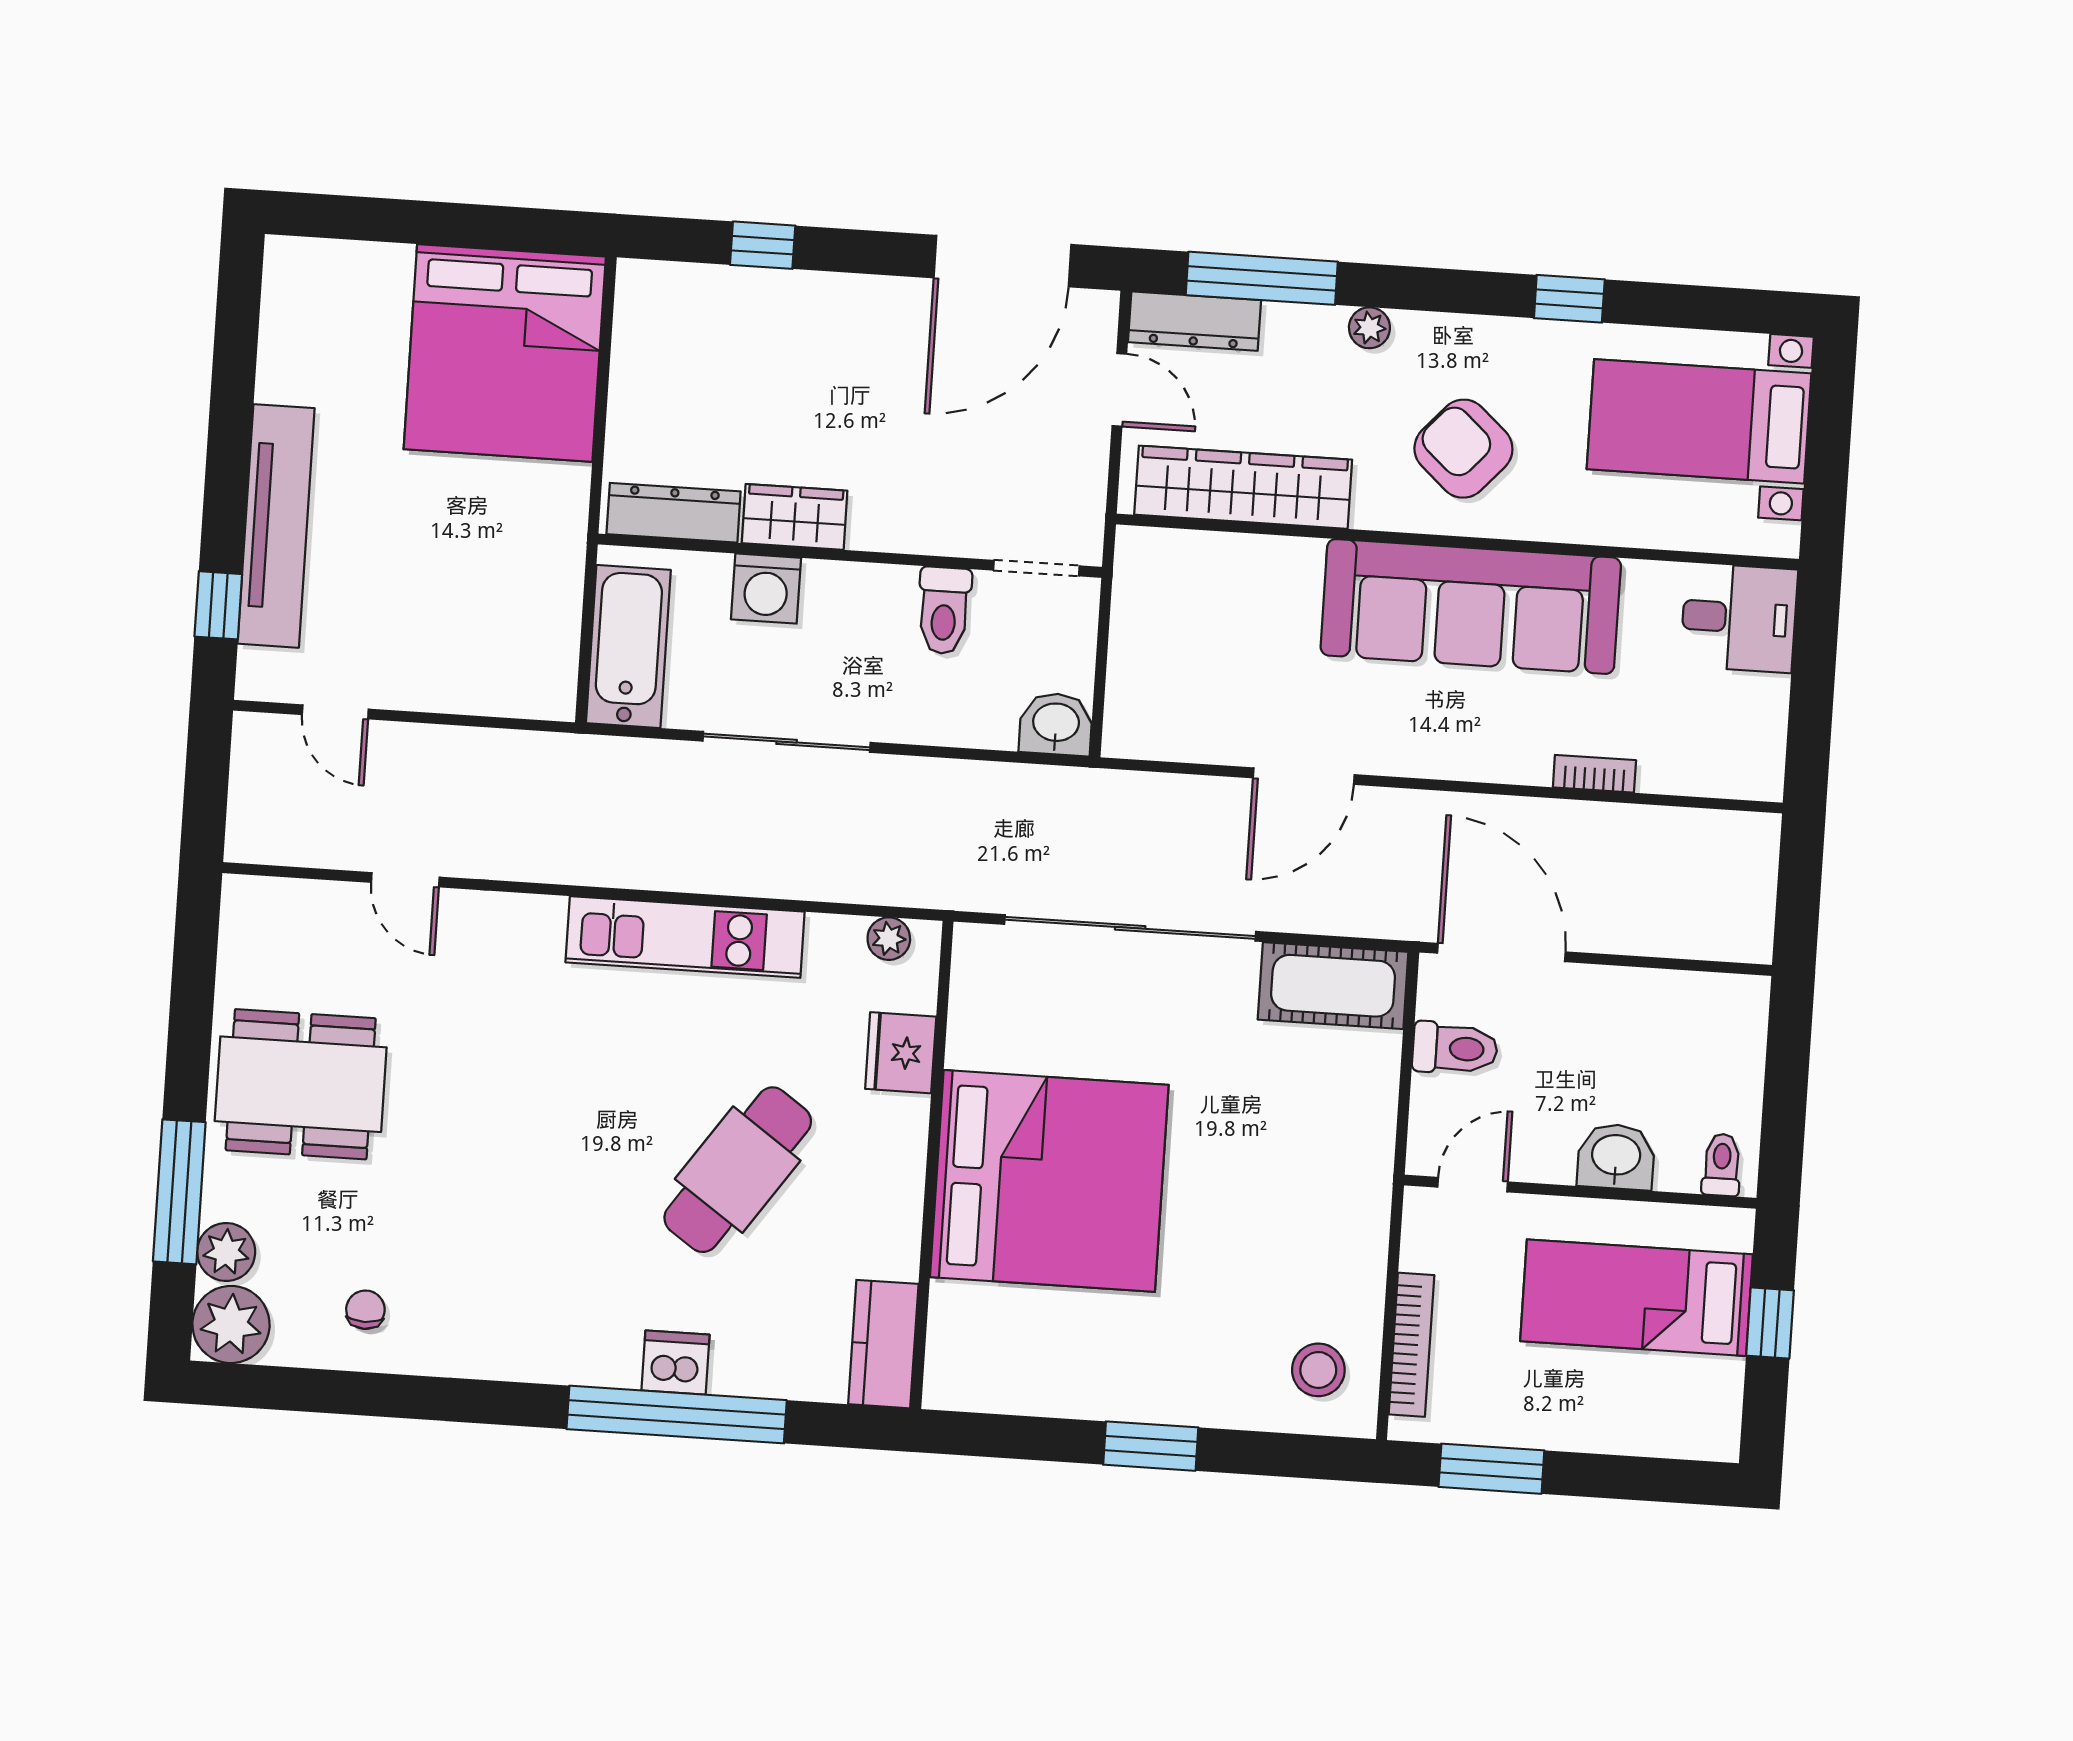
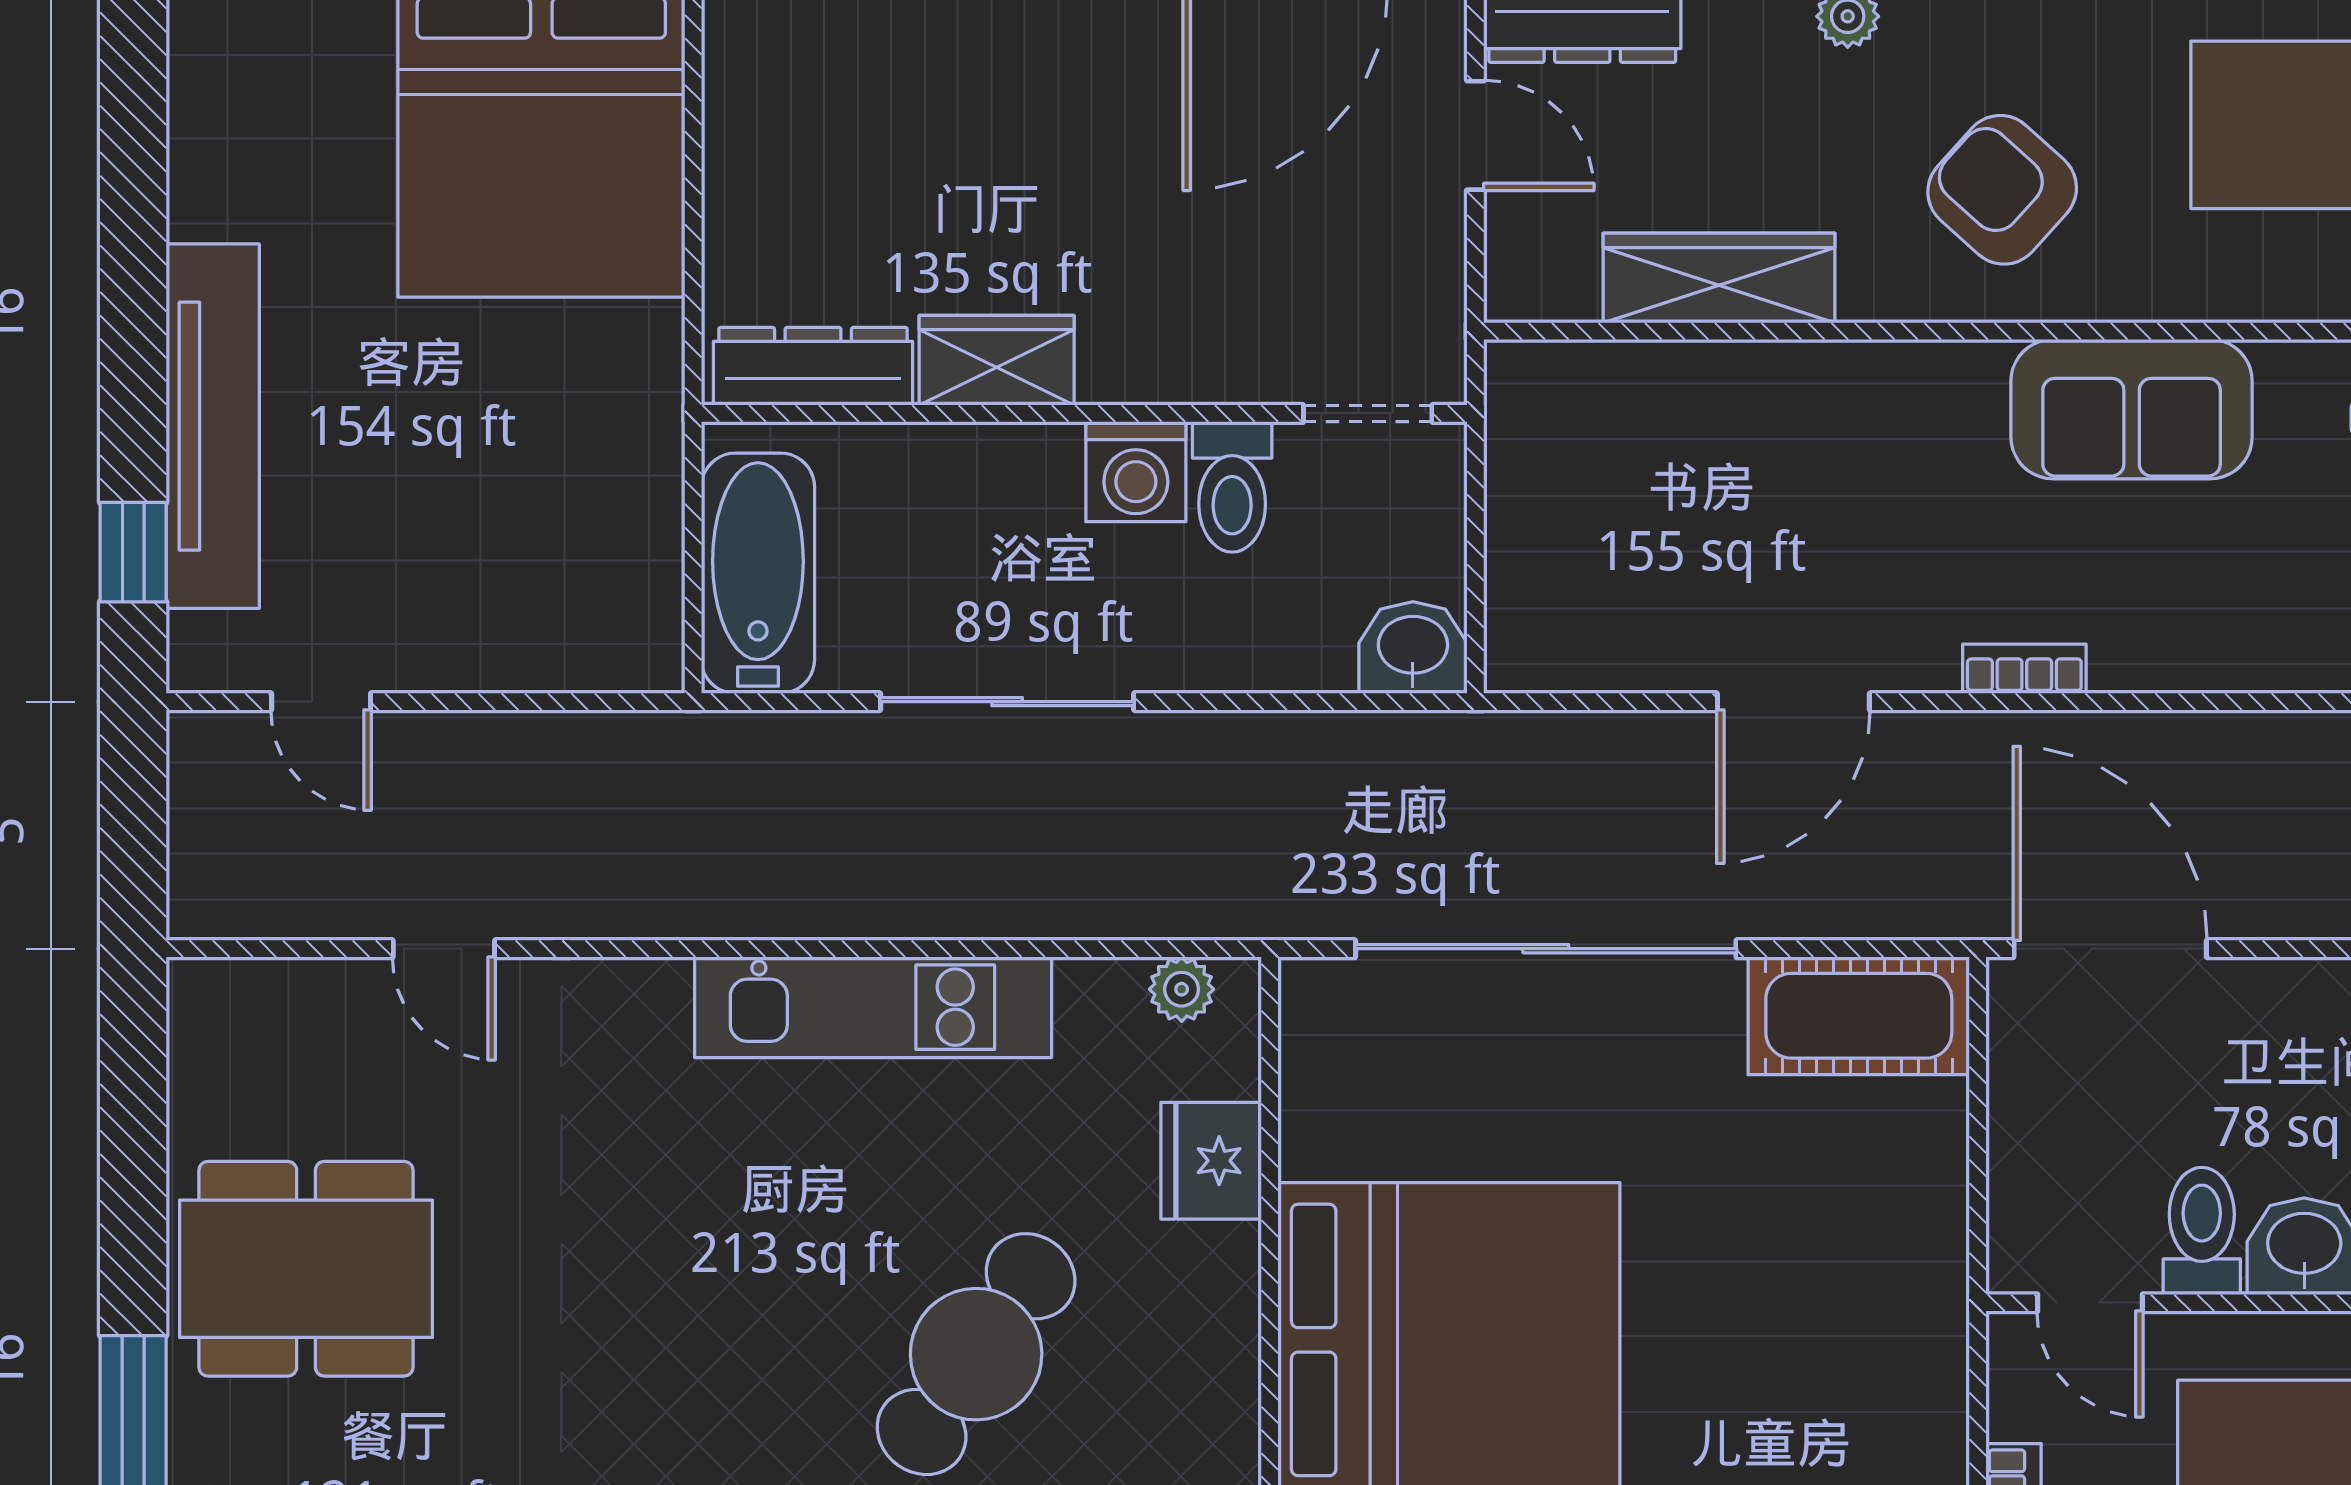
wardrobe: (1243, 487) -> (1719, 278), width x0.71, depth x0.85
washing machine: (766, 589) -> (1136, 472), moved
sofa: (1471, 606) -> (2132, 409), width x0.54, depth x0.79
bookcase: (1594, 774) -> (2024, 669), moved
toilet: (1455, 1048) -> (2202, 1231), moved, turned -90
door: (1473, 1185) -> (2090, 1303), swing flipped

